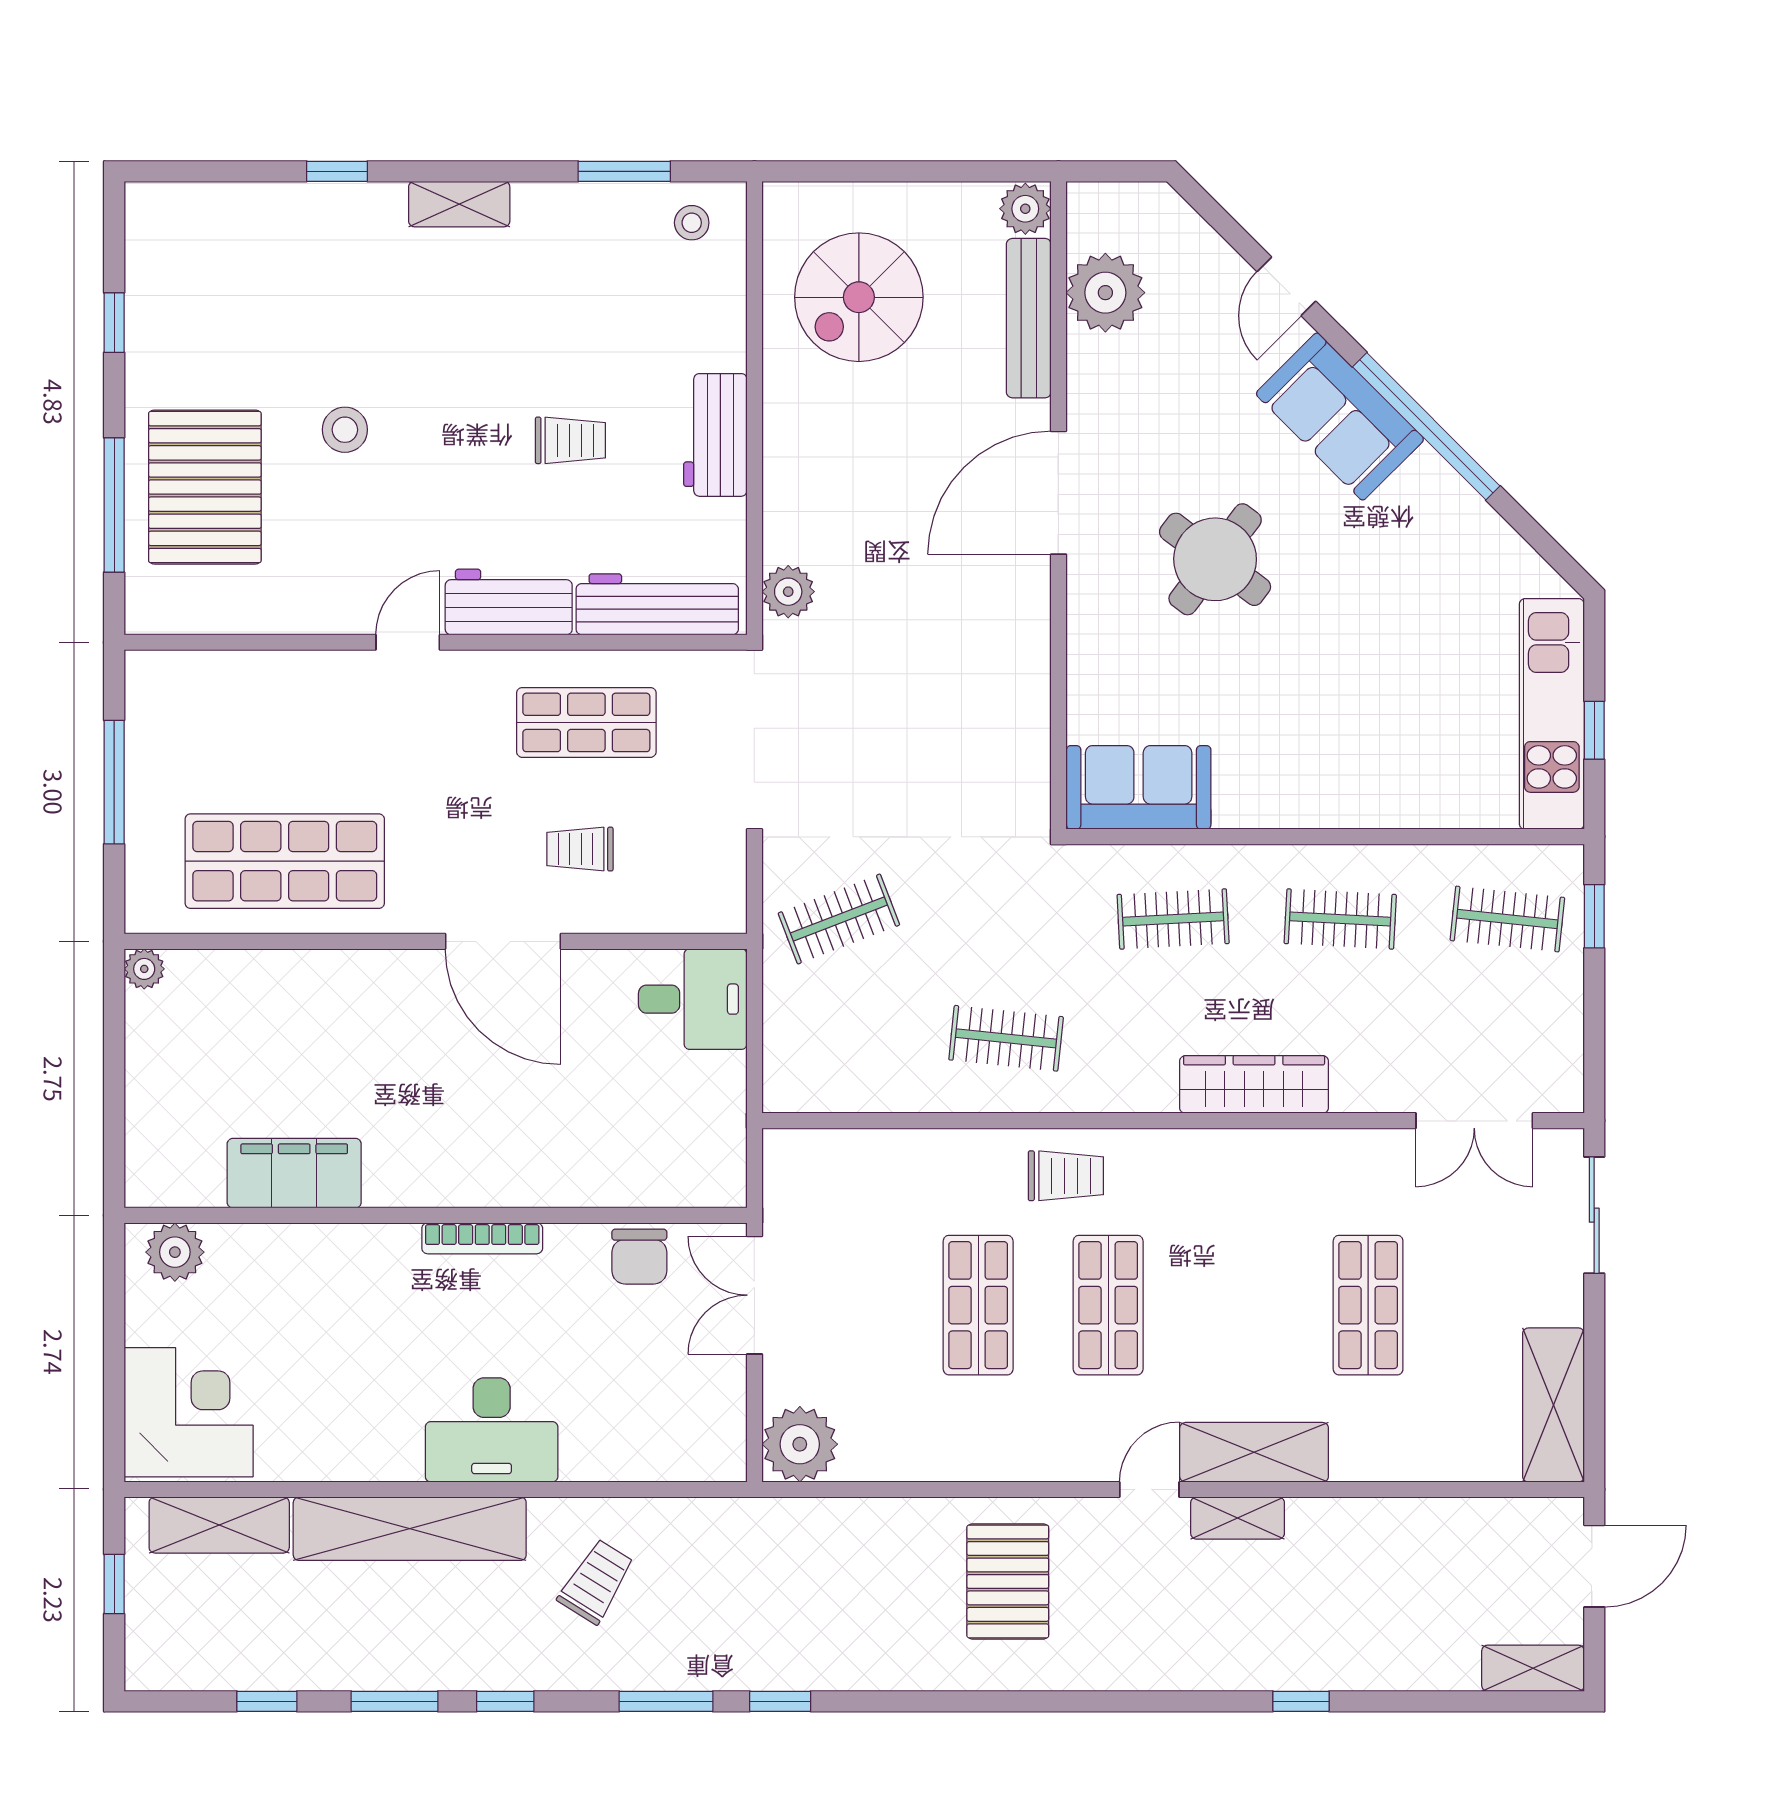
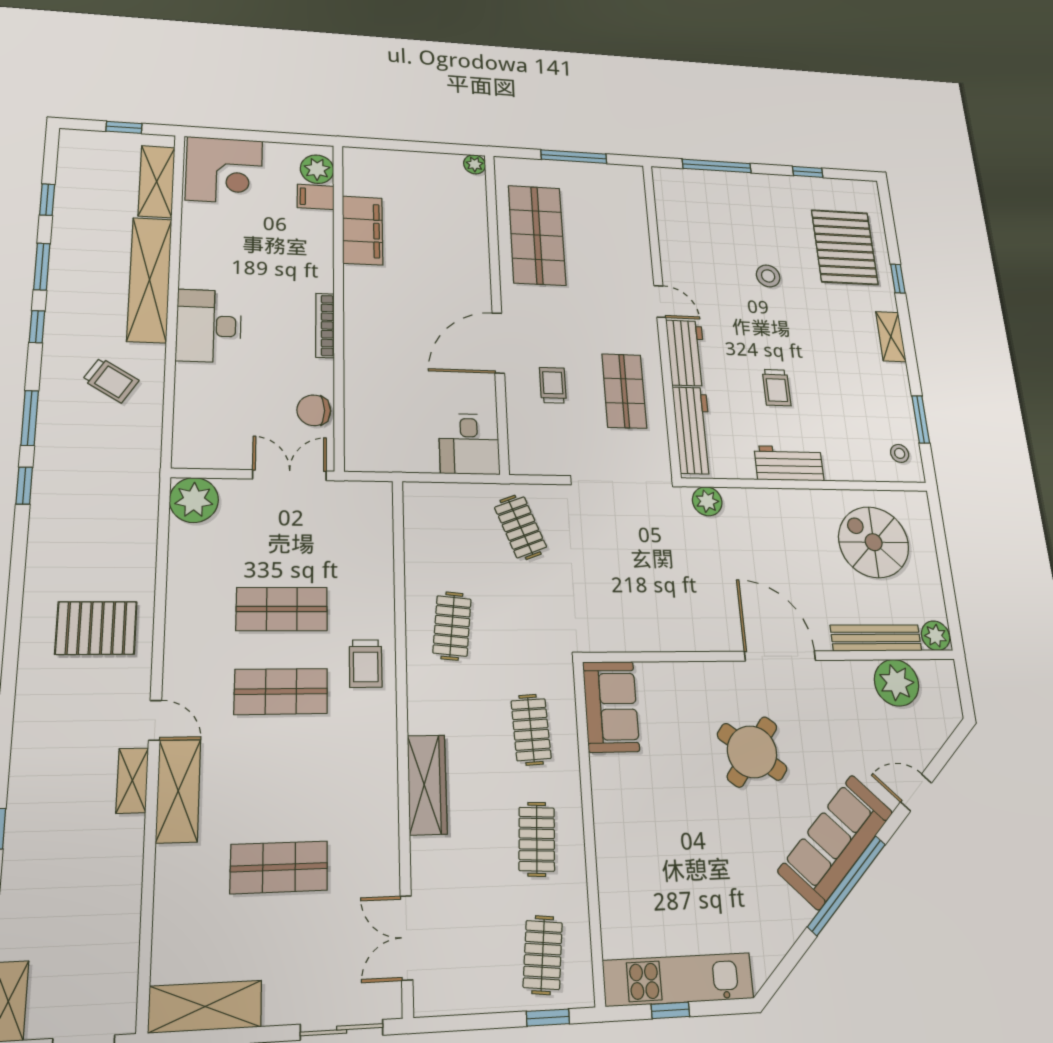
sofa: (1340, 416) -> (836, 842), width x1.36
pallet: (205, 487) -> (845, 247), moved, turned 90
filing cabinet: (232, 1255) -> (316, 197), added

